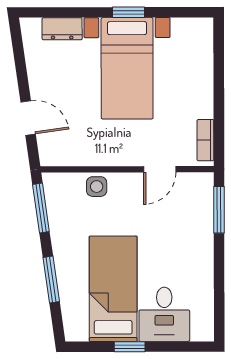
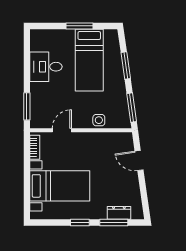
window: (71, 12) -> (114, 222), added
bed with nightstands: (127, 68) -> (60, 186), moved, turned 90
desk: (164, 314) -> (46, 67), moved, turned -90
window: (130, 347) -> (80, 26), width x1.50

